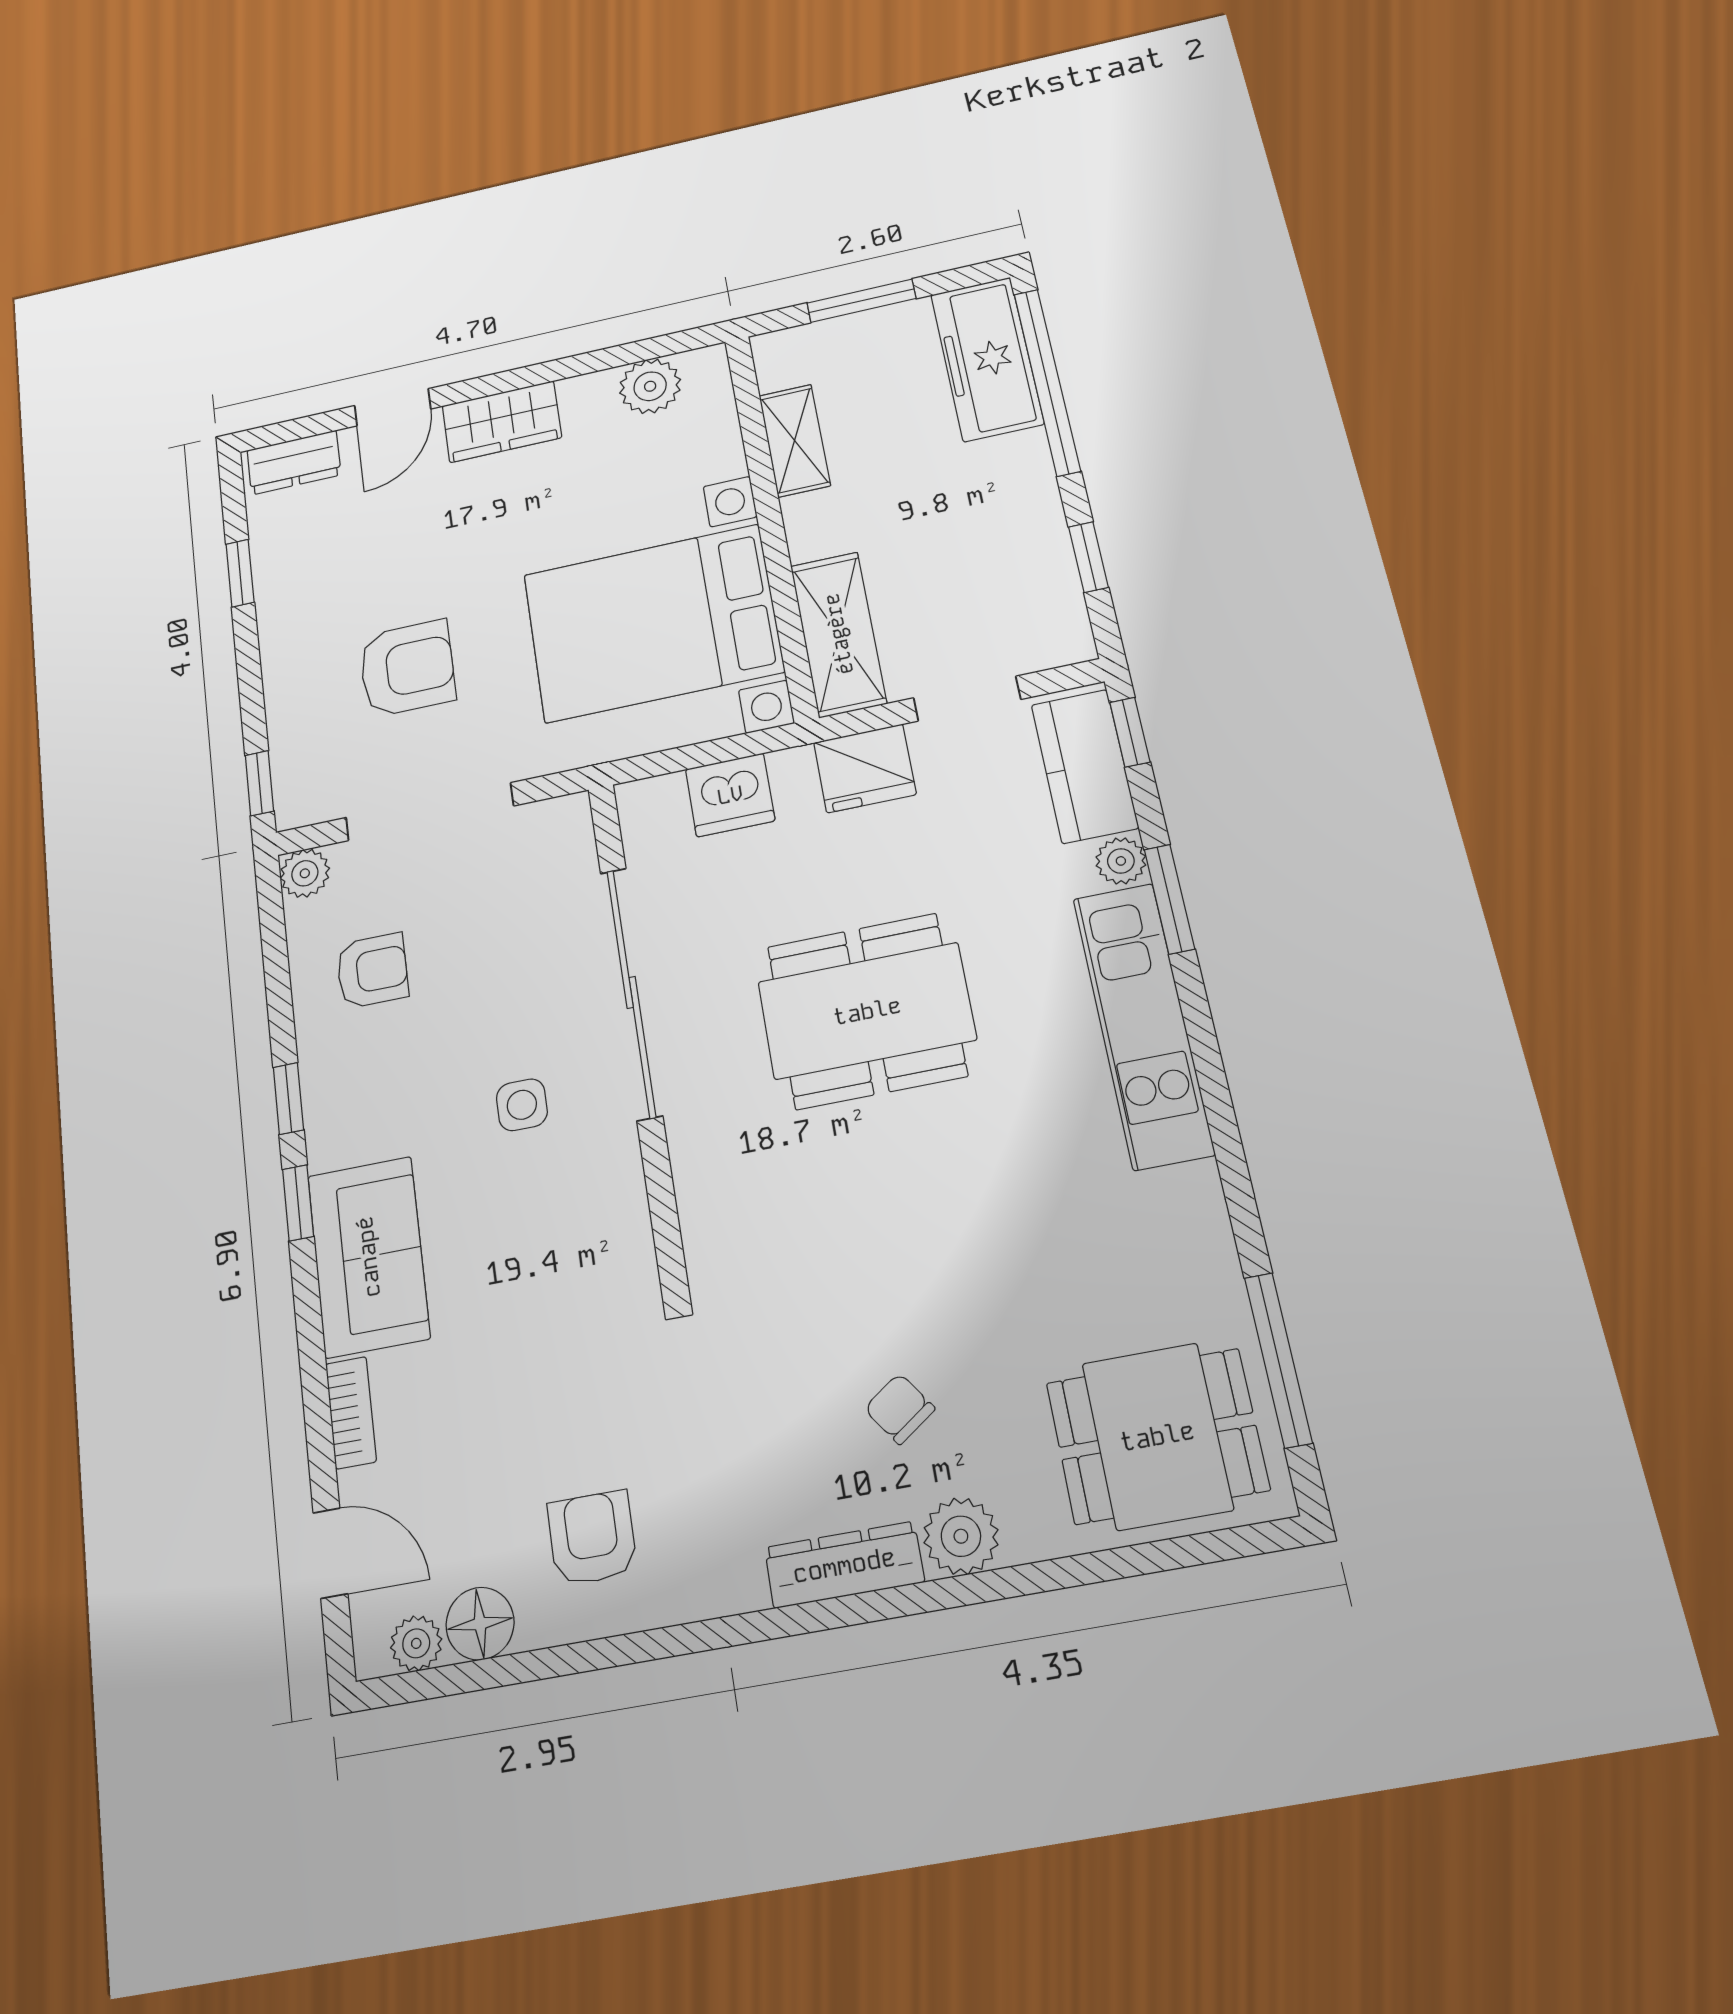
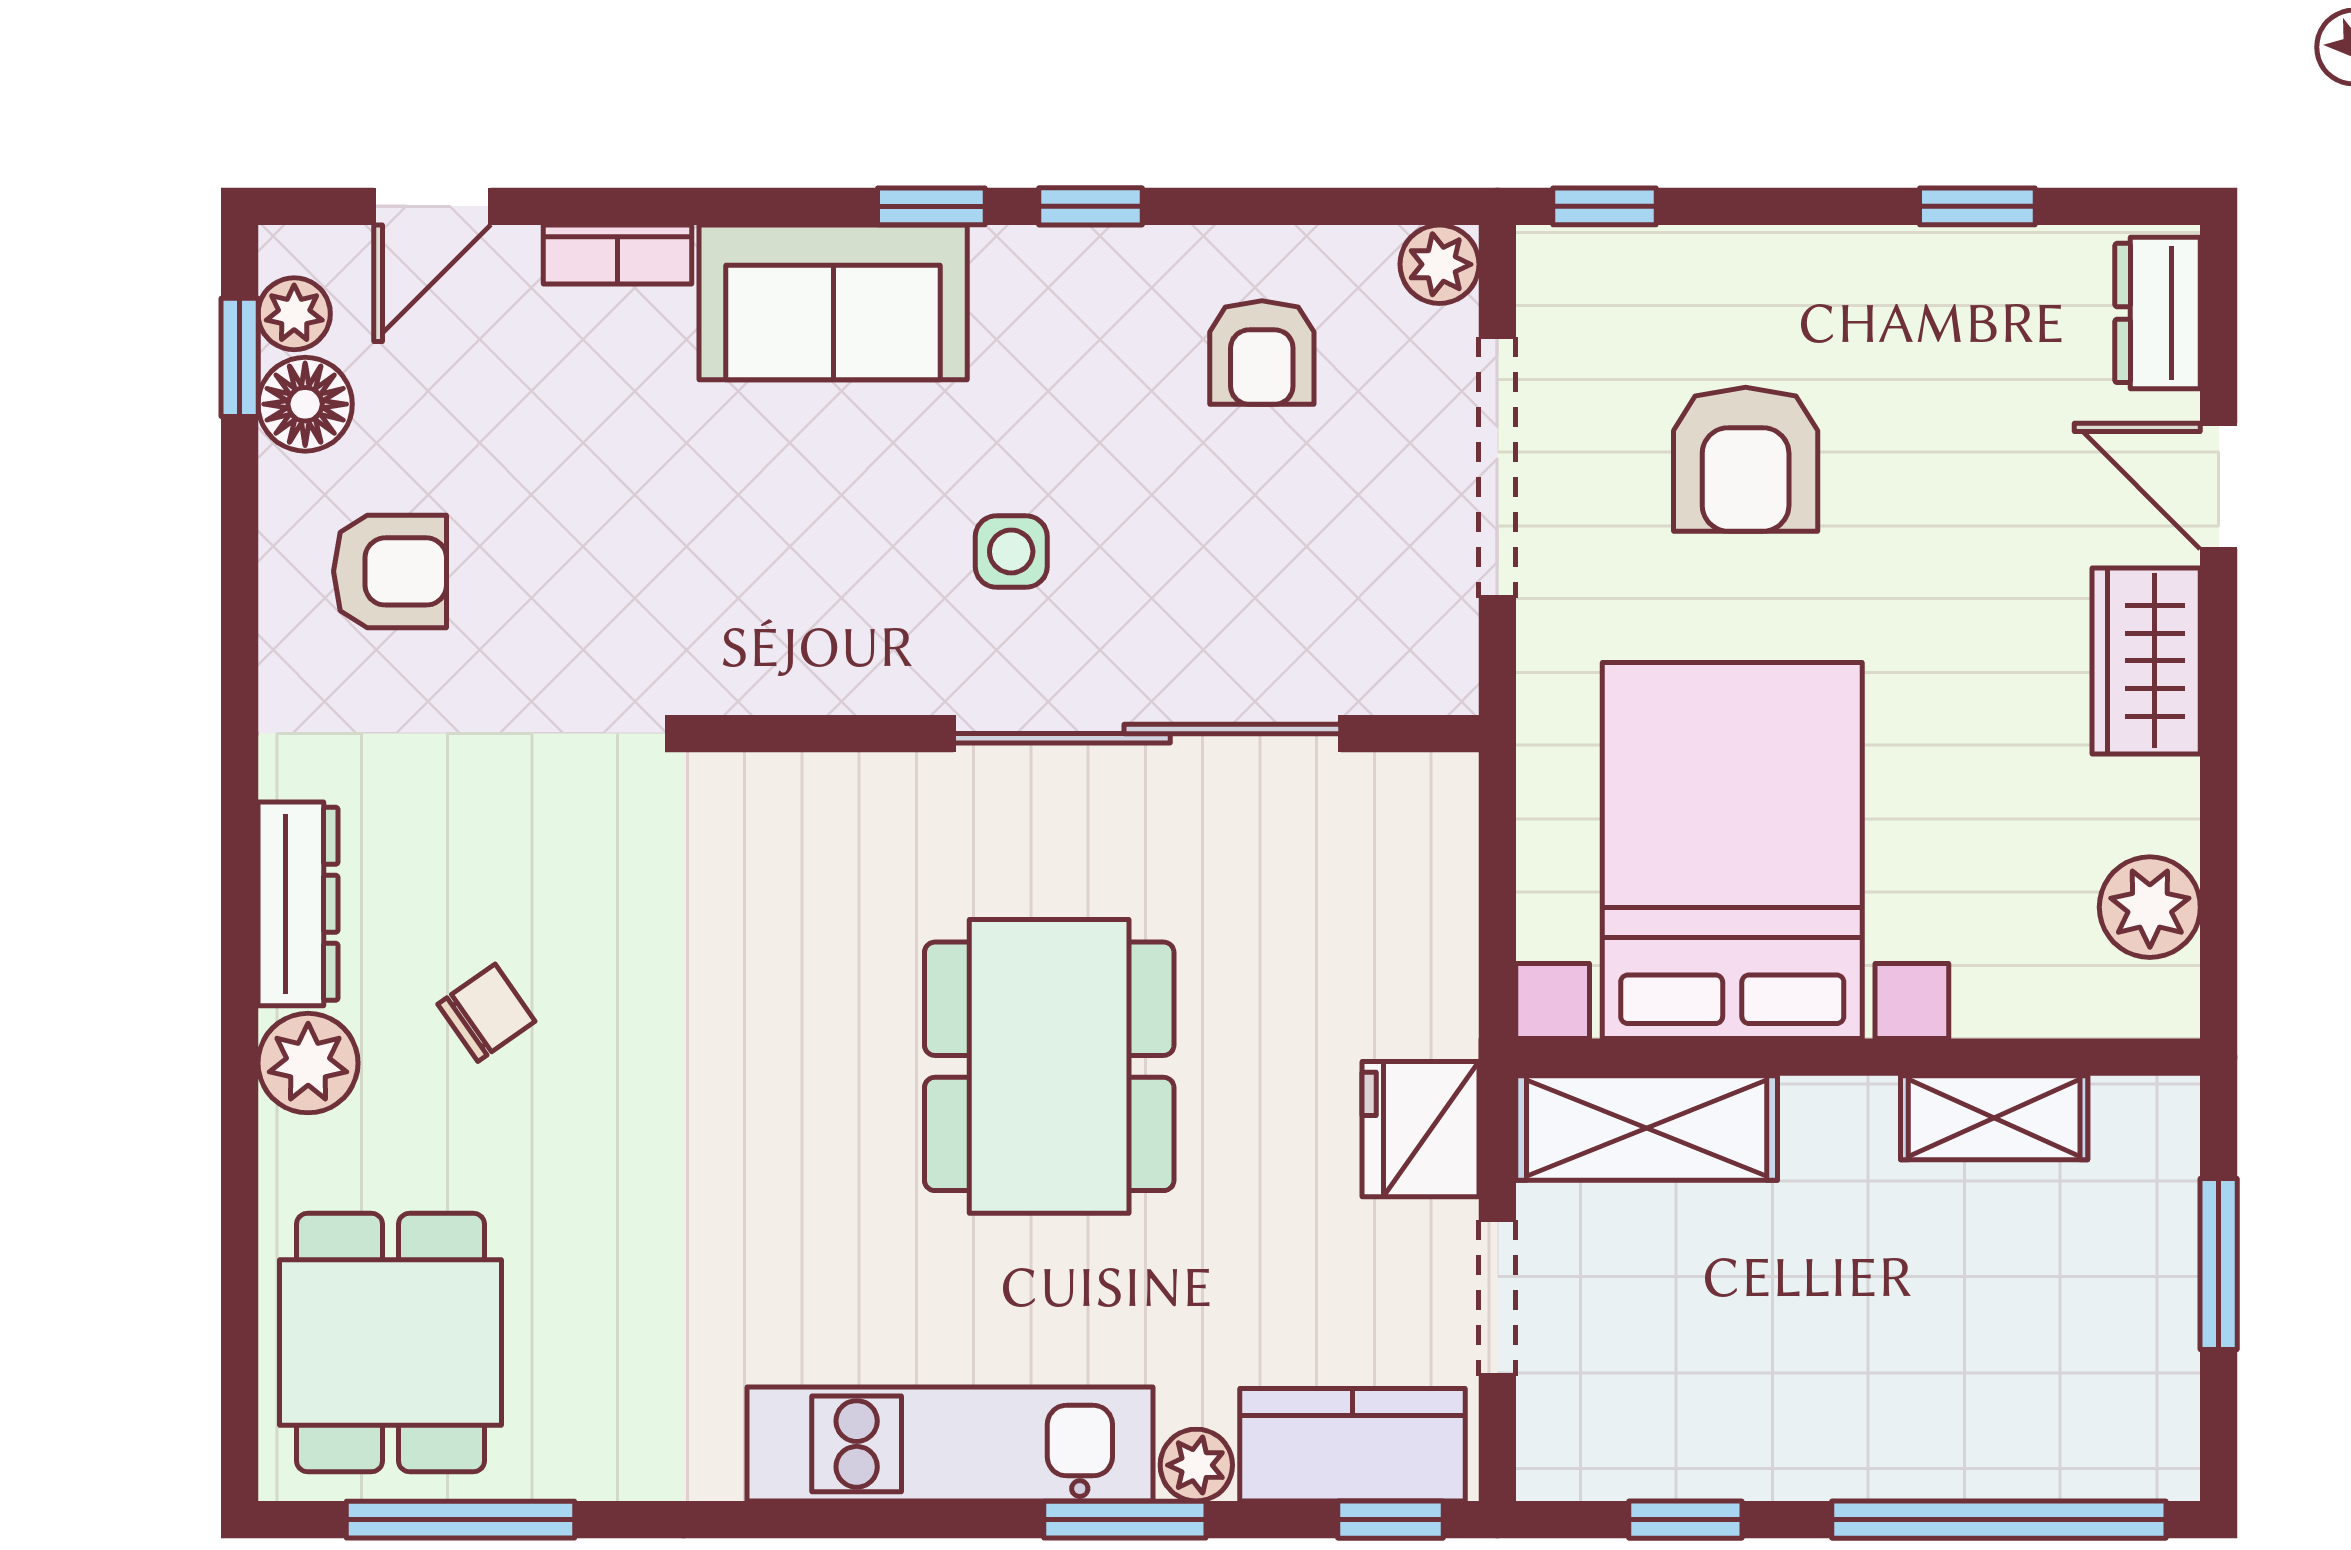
freezer: (987, 359) -> (2063, 1437), removed
dishwasher: (730, 795) -> (1423, 925), removed
window: (452, 1680) -> (240, 357), added

